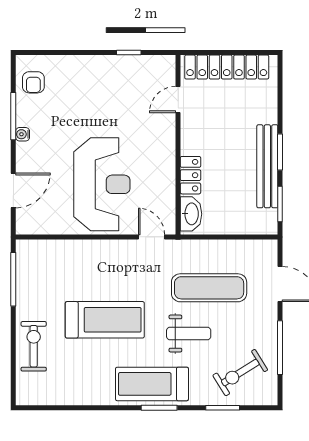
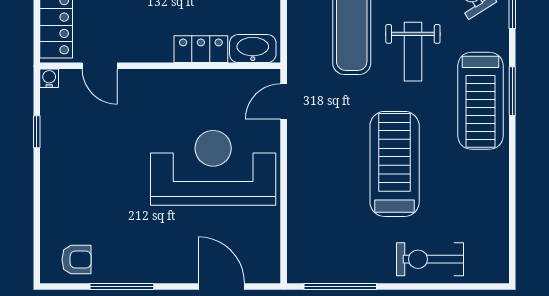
water cooler: (23, 134) -> (49, 78), moved, turned 180
weight bench: (189, 333) -> (413, 52), turned 180

